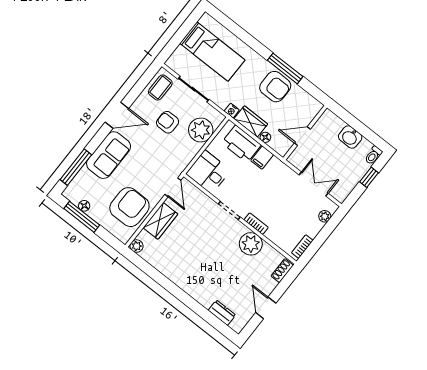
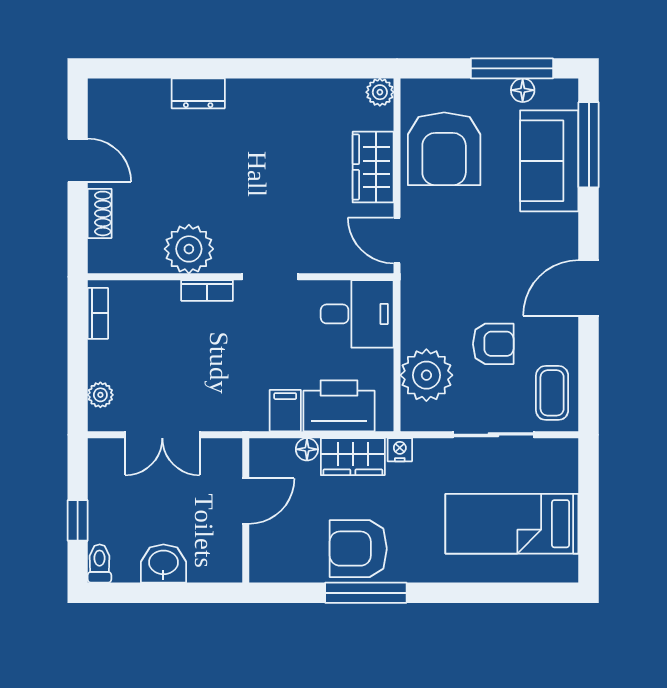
sofa: (109, 155) -> (549, 161), moved
shoe rack: (282, 271) -> (100, 213), moved
dresser: (222, 313) -> (198, 93), moved

